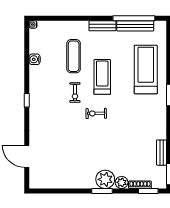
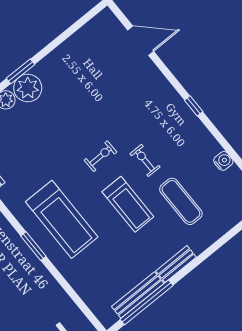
treadmill: (146, 70) -> (62, 219), moved

